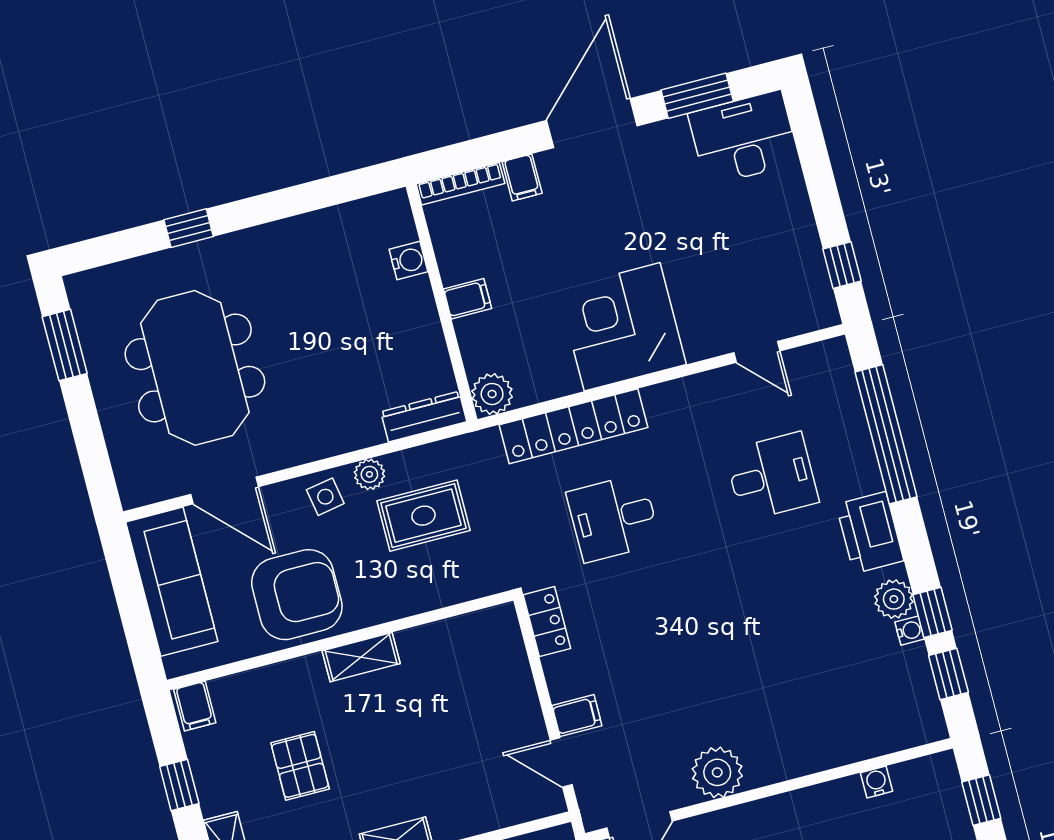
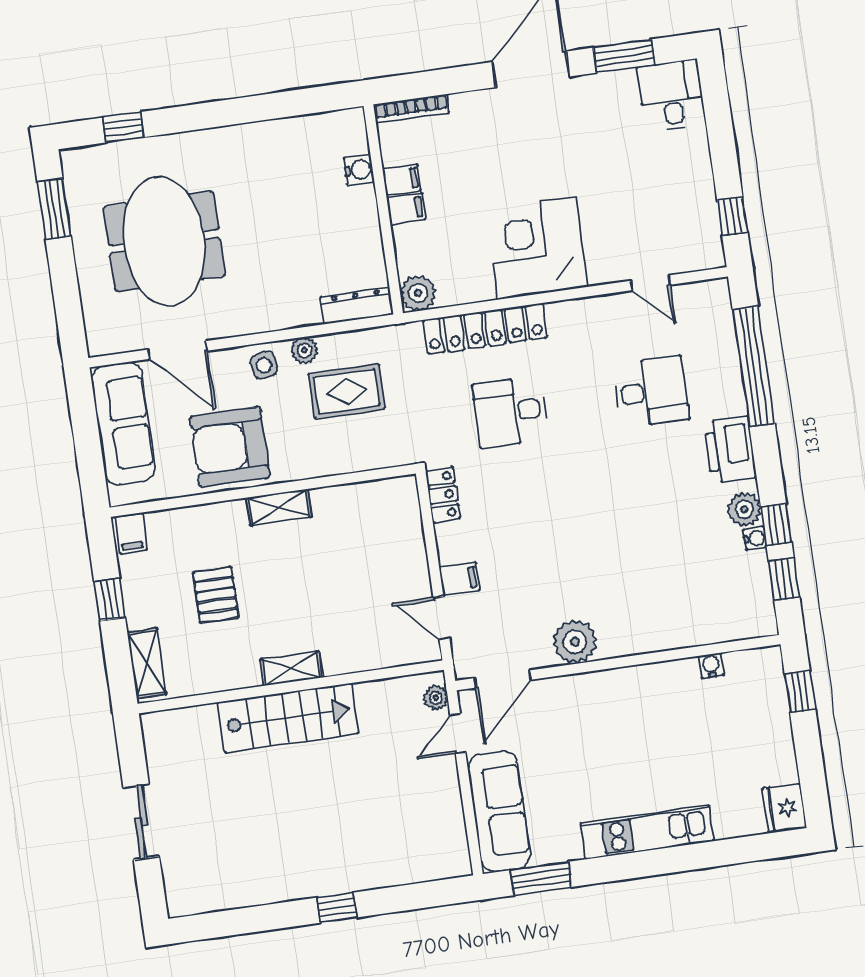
desk: (744, 138) -> (671, 95), width x0.73
filing cabinet: (522, 177) -> (402, 179), moved, turned -90
window: (189, 228) -> (123, 127), moved
armchair: (297, 595) -> (230, 447), turned 180

